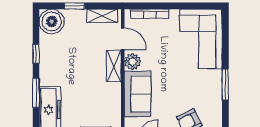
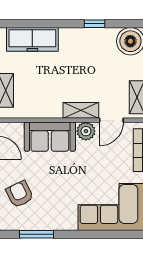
window: (225, 85) -> (36, 234), moved
window: (36, 93) -> (51, 24), removed

